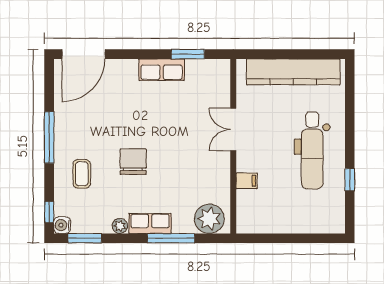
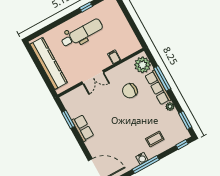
chair: (133, 162) -> (130, 91), moved
row of seats: (150, 223) -> (158, 88), width x1.48
water cooler: (62, 225) -> (142, 158), moved

